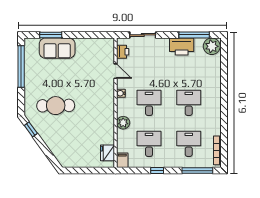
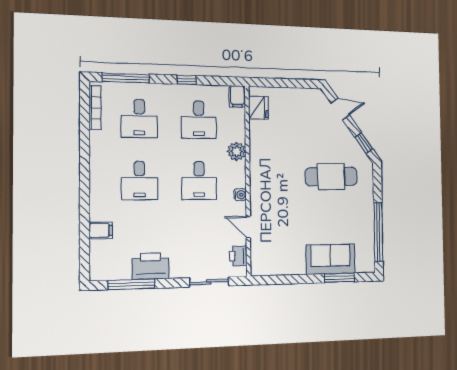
plant: (212, 46) -> (104, 268), removed
filing cabinet: (214, 70) -> (101, 230), added
door: (48, 153) -> (340, 109), added

